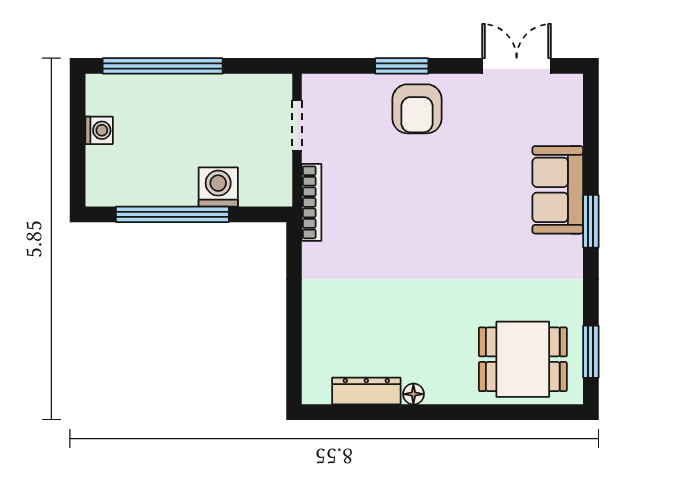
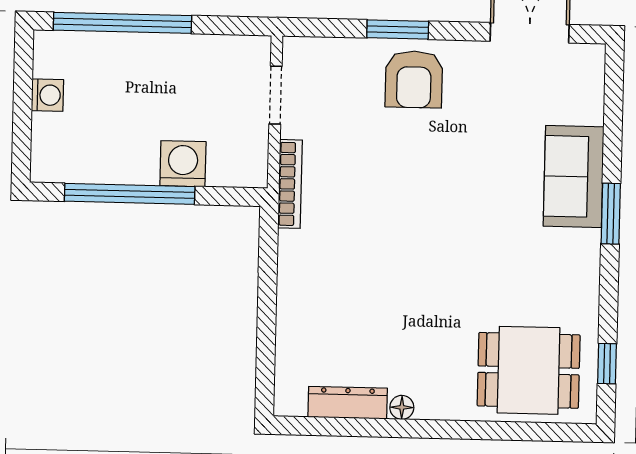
window: (591, 352) -> (607, 364), width x0.67

